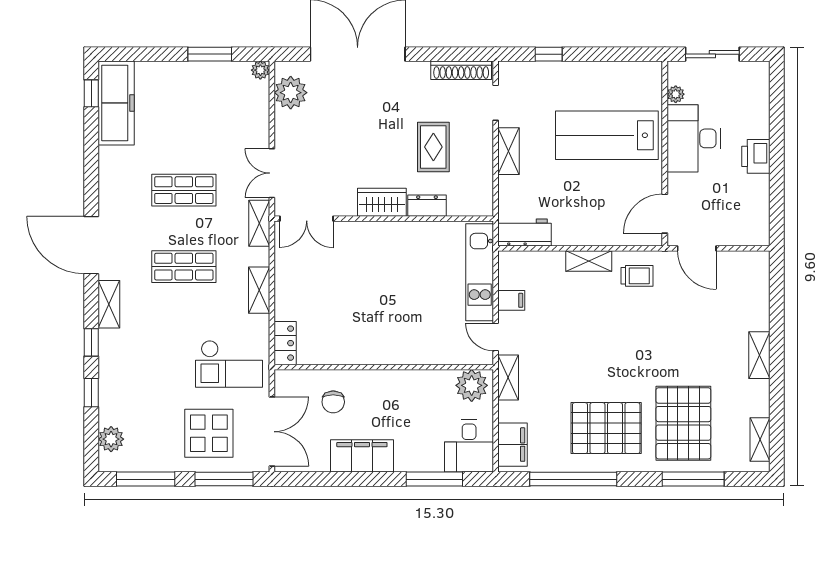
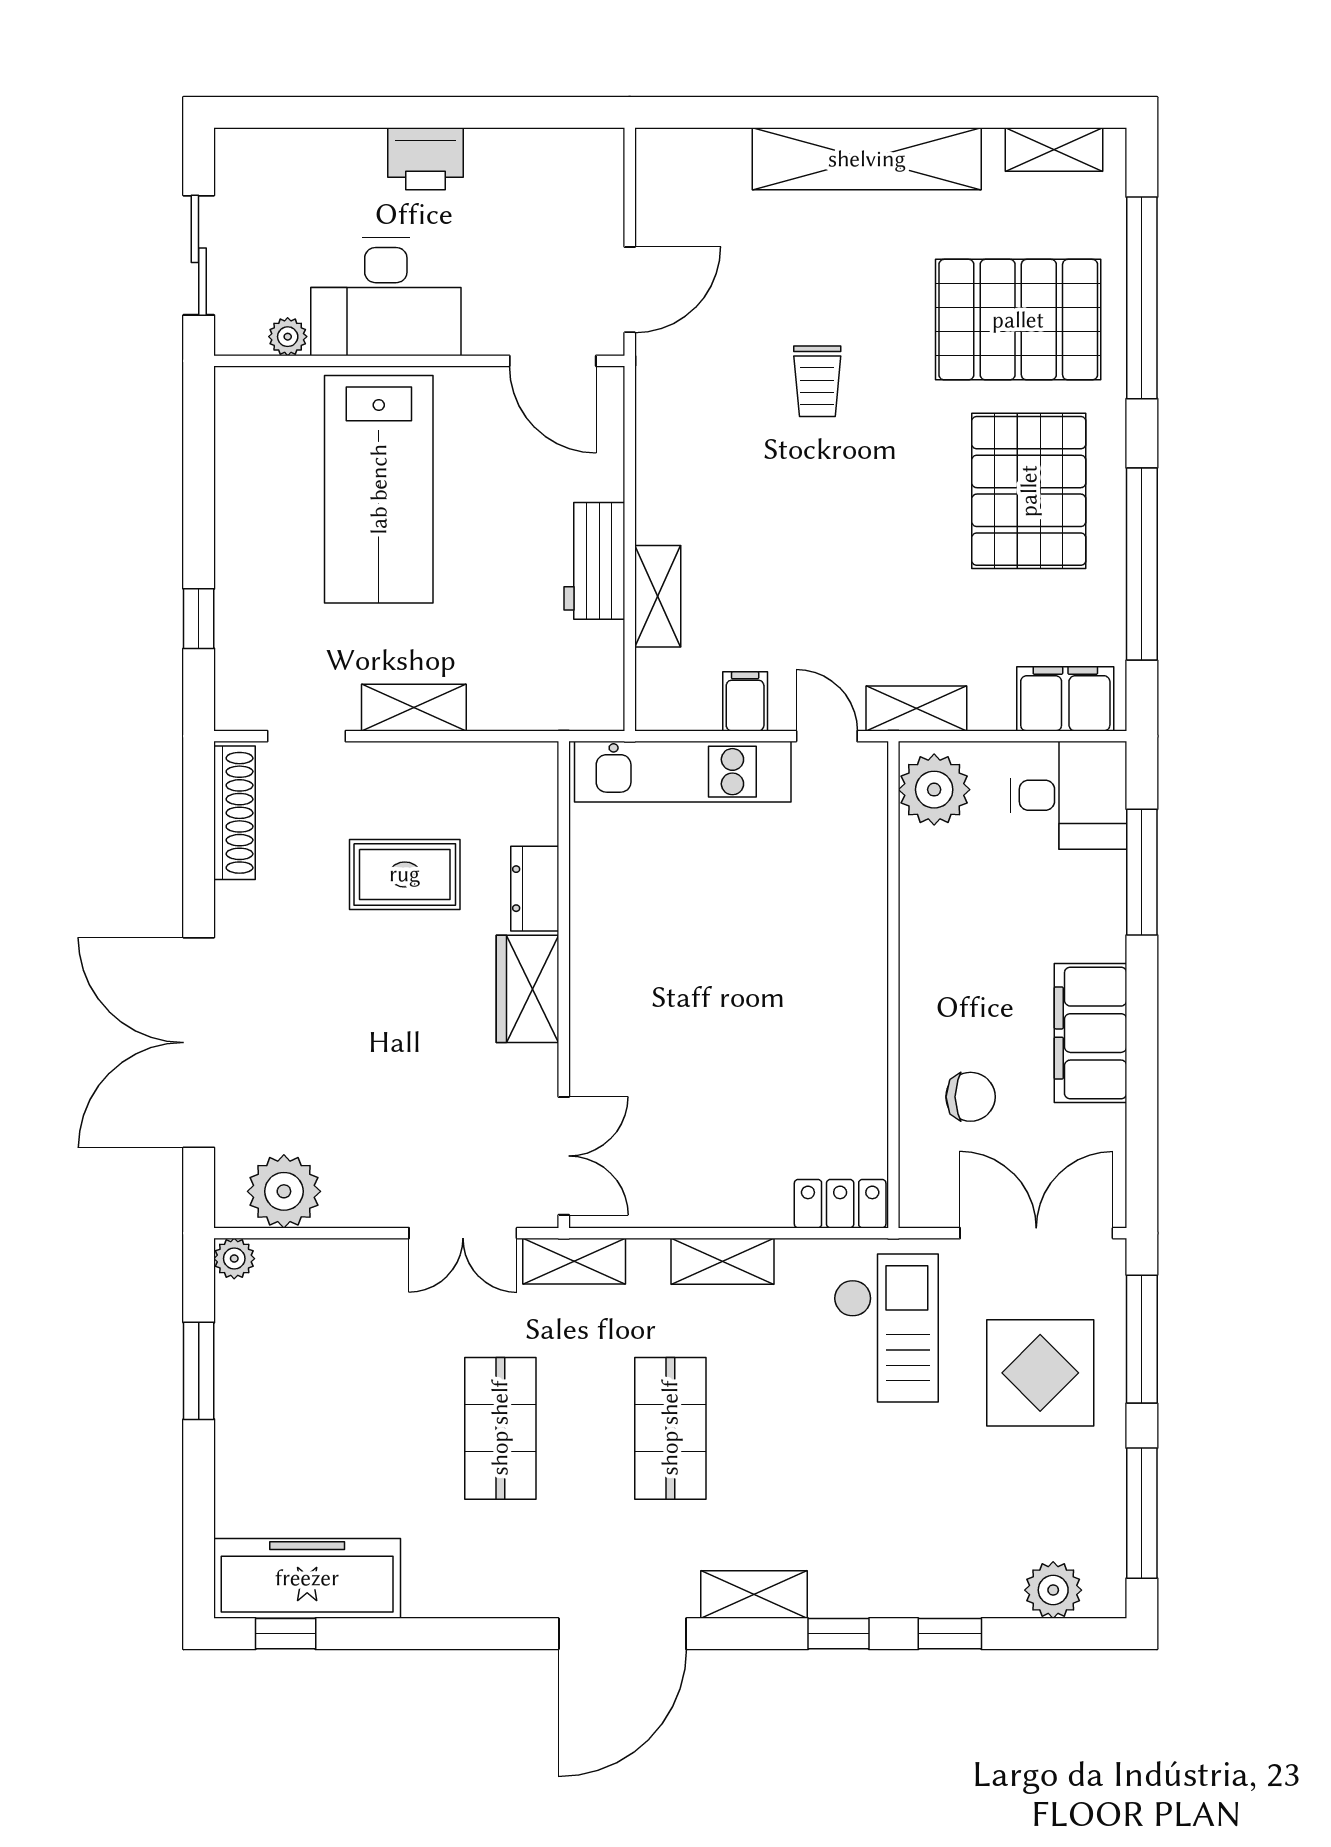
workbench: (525, 232) -> (594, 561), moved
shelving: (589, 261) -> (658, 596), moved
trolley: (637, 276) -> (817, 381), moved, turned 180
door: (496, 337) -> (827, 736), swing flipped
shelving: (759, 355) -> (867, 159), width x2.20, depth x1.33
window: (693, 479) -> (1142, 298), width x1.46

